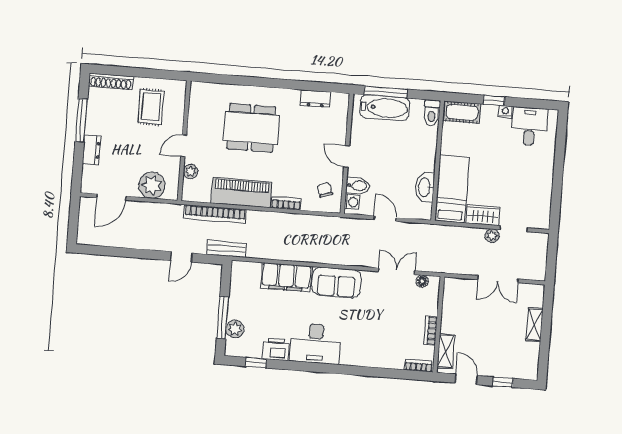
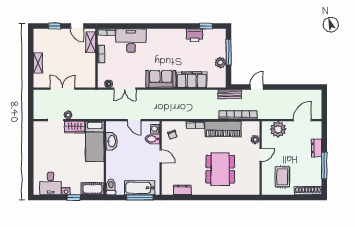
dining table: (251, 128) -> (220, 169), turned 90
plant: (235, 329) -> (220, 62), moved
desk: (315, 344) -> (131, 41), moved

